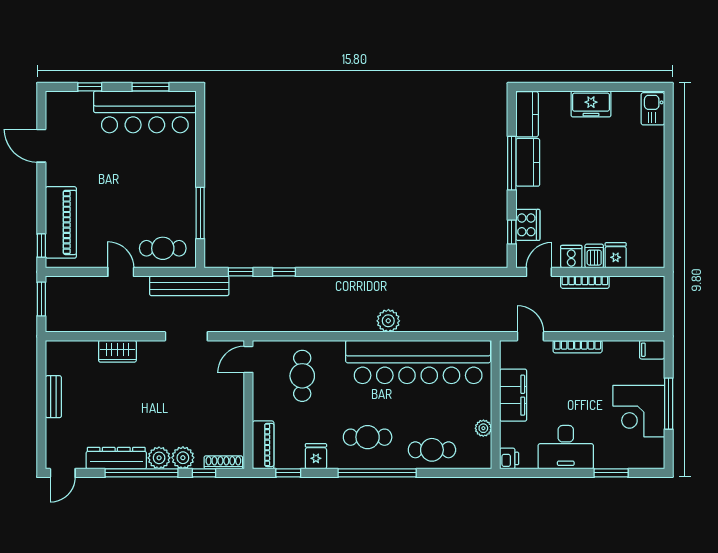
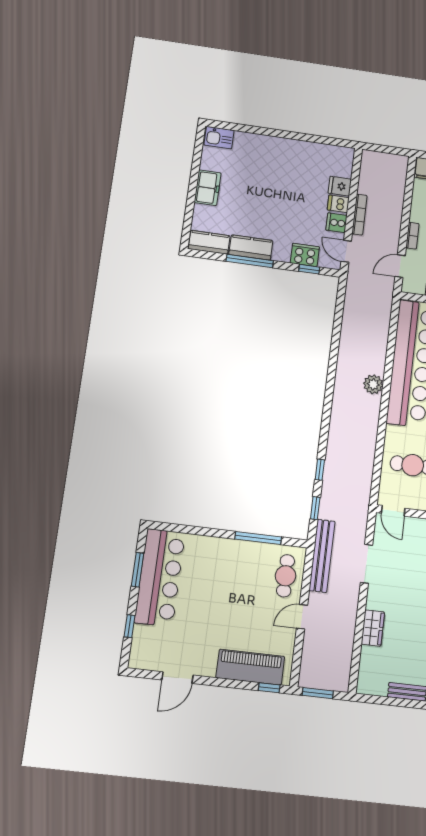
bookcase: (578, 347) -> (412, 236), width x0.64

